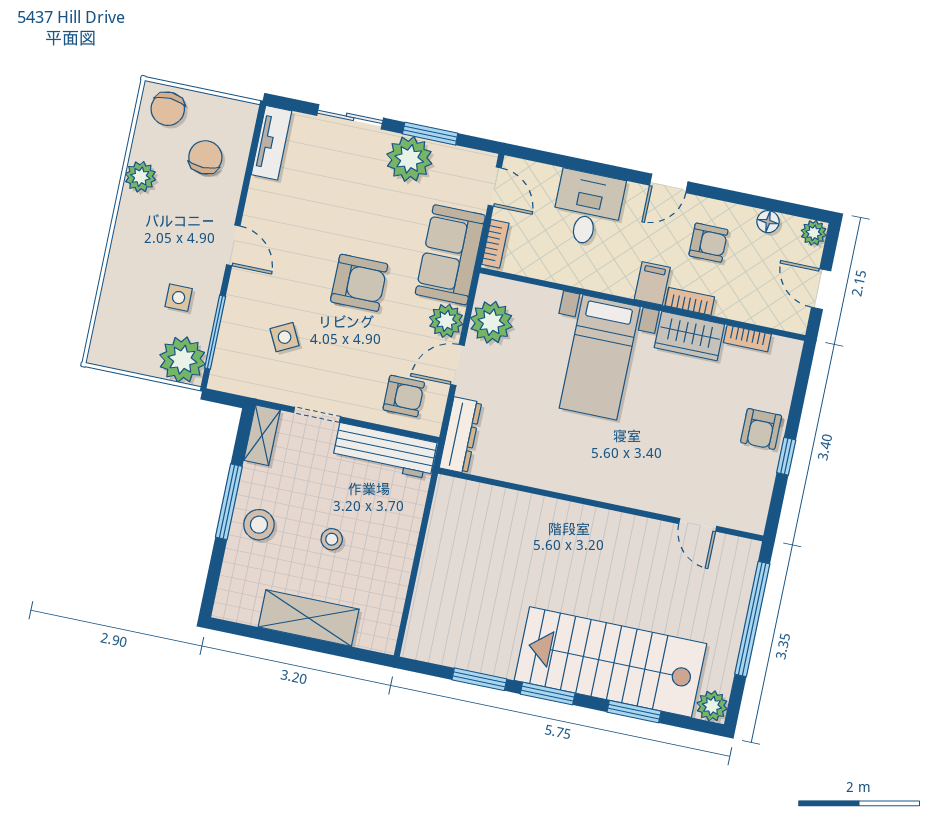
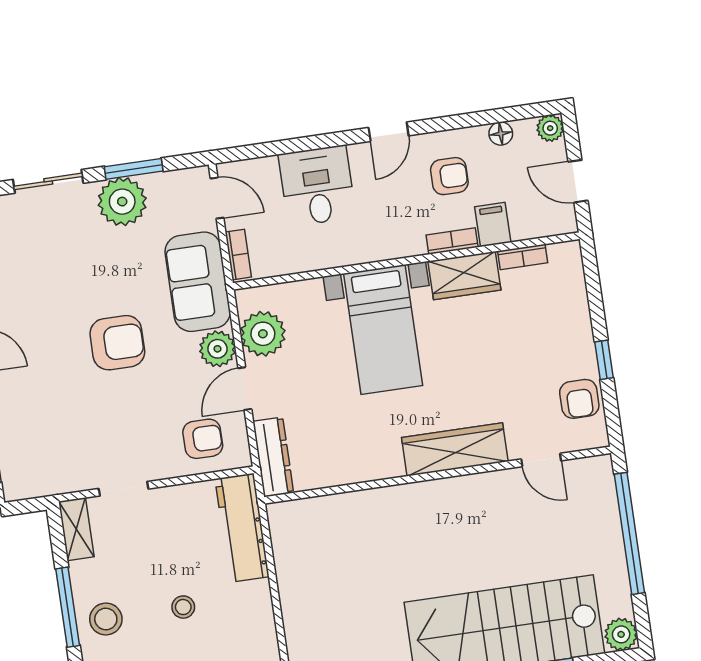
filing cabinet: (652, 283) -> (493, 225), moved
side table: (285, 337) -> (63, 424), removed
armchair: (761, 429) -> (579, 399), moved
workbench: (385, 451) -> (242, 528), moved, turned 90
wardrobe: (624, 487) -> (455, 449), added

